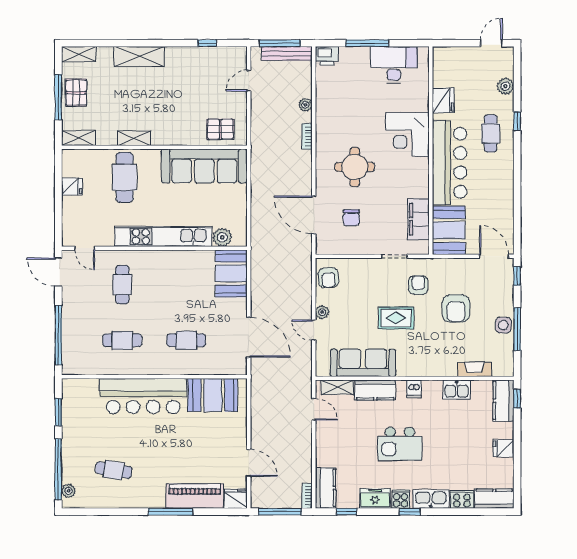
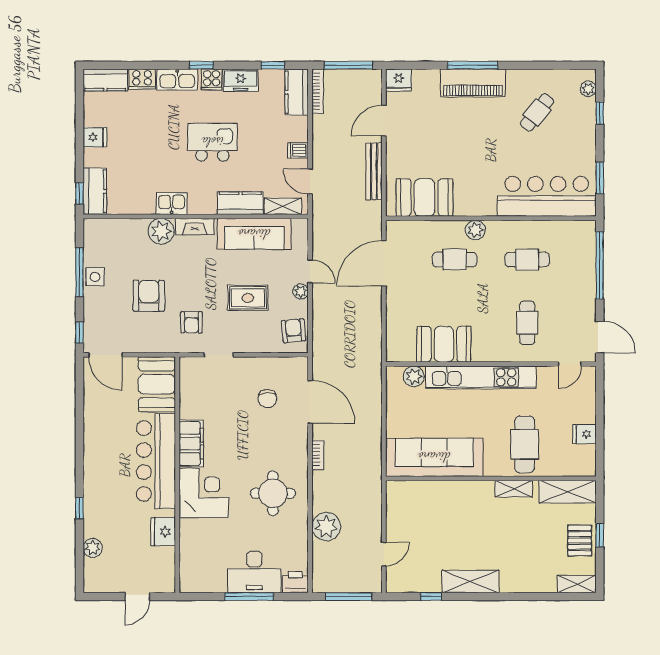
door: (491, 43) -> (137, 597), moved
bench: (287, 54) -> (374, 171), moved, turned 90
shelving: (139, 56) -> (470, 582), moved
desk: (394, 65) -> (254, 572), moved
window: (58, 97) -> (600, 535), width x0.46
plant: (305, 105) -> (326, 527), width x1.88, depth x1.88
pallet: (220, 129) -> (416, 499), removed
cafe table: (491, 133) -> (109, 494), removed
bookcase: (307, 136) -> (318, 455), moved
shelving: (78, 138) -> (568, 492), width x1.50, depth x1.33
round table: (355, 167) -> (273, 493), moved
chair: (351, 218) -> (267, 399), turned 180
filing cabinet: (419, 219) -> (191, 443), moved
door: (85, 248) -> (570, 364), swing flipped
booth: (231, 273) -> (444, 344), moved, turned 90
rug: (396, 318) -> (248, 298), moved
door: (249, 337) -> (384, 263), hinge flipped
plant: (445, 365) -> (161, 231), added
plant: (168, 366) -> (475, 230), added
fireplace: (475, 369) -> (195, 226), moved
dishwasher: (414, 389) -> (298, 151), moved, turned -90
kitchen sink: (457, 390) -> (172, 204), moved
bar counter: (143, 396) -> (547, 196), moved
door: (249, 463) -> (384, 121), hinge flipped
window: (58, 469) -> (600, 113), width x0.32
cafe table: (114, 470) -> (537, 112), turned -61
piano: (195, 496) -> (473, 83), moved
bookcase: (307, 496) -> (318, 91), width x1.56

